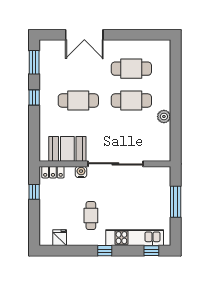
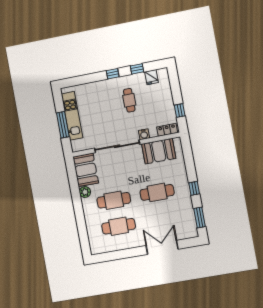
booth: (158, 143) -> (86, 170), added
kitchen unit: (135, 238) -> (72, 116), moved, turned -90
window: (151, 251) -> (137, 69), moved

